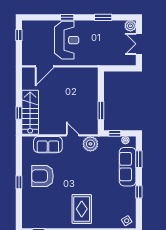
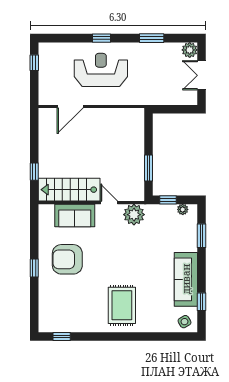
reception desk: (67, 40) -> (101, 70), turned -90
stairs: (30, 112) -> (69, 190), moved, turned -90
sofa: (128, 167) -> (186, 279), moved
window: (139, 192) -> (202, 302), moved

